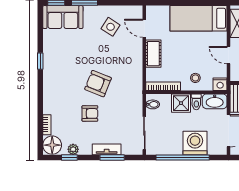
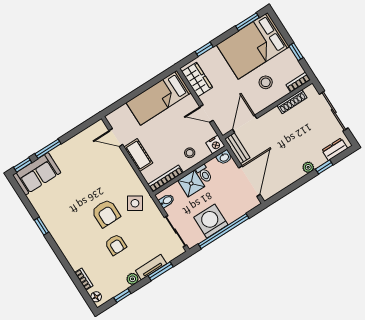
side table: (111, 27) -> (135, 203), moved
armchair: (98, 84) -> (106, 213), turned -112
washbasin: (215, 101) -> (224, 157), width x0.52, depth x0.69
armchair: (90, 113) -> (116, 245), turned 90
washing machine: (195, 143) -> (211, 221), moved
floor lamp: (52, 145) -> (96, 297), width x0.53, depth x0.53
plant: (73, 149) -> (132, 279), moved

